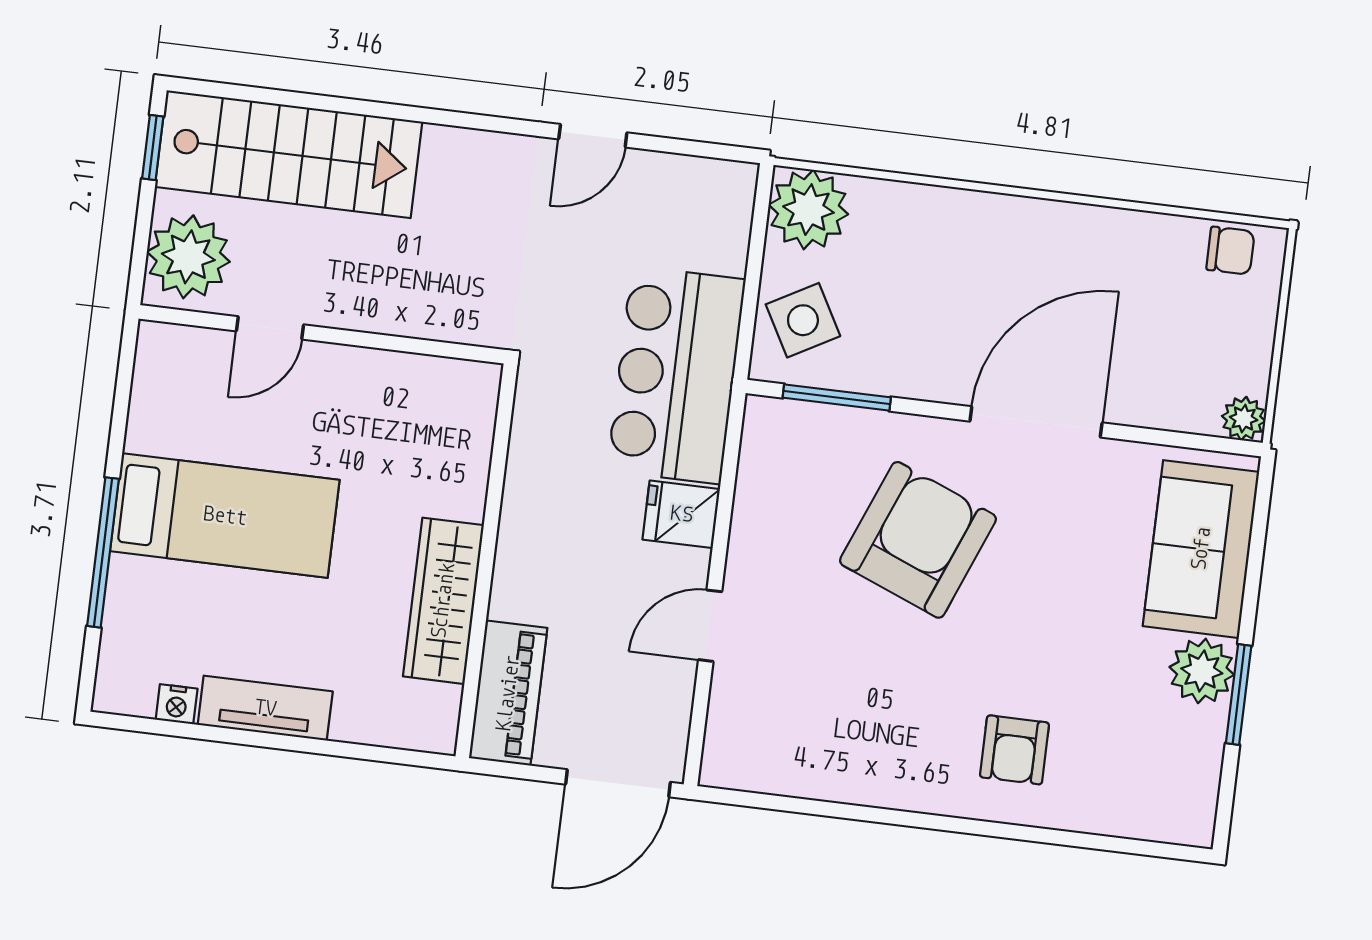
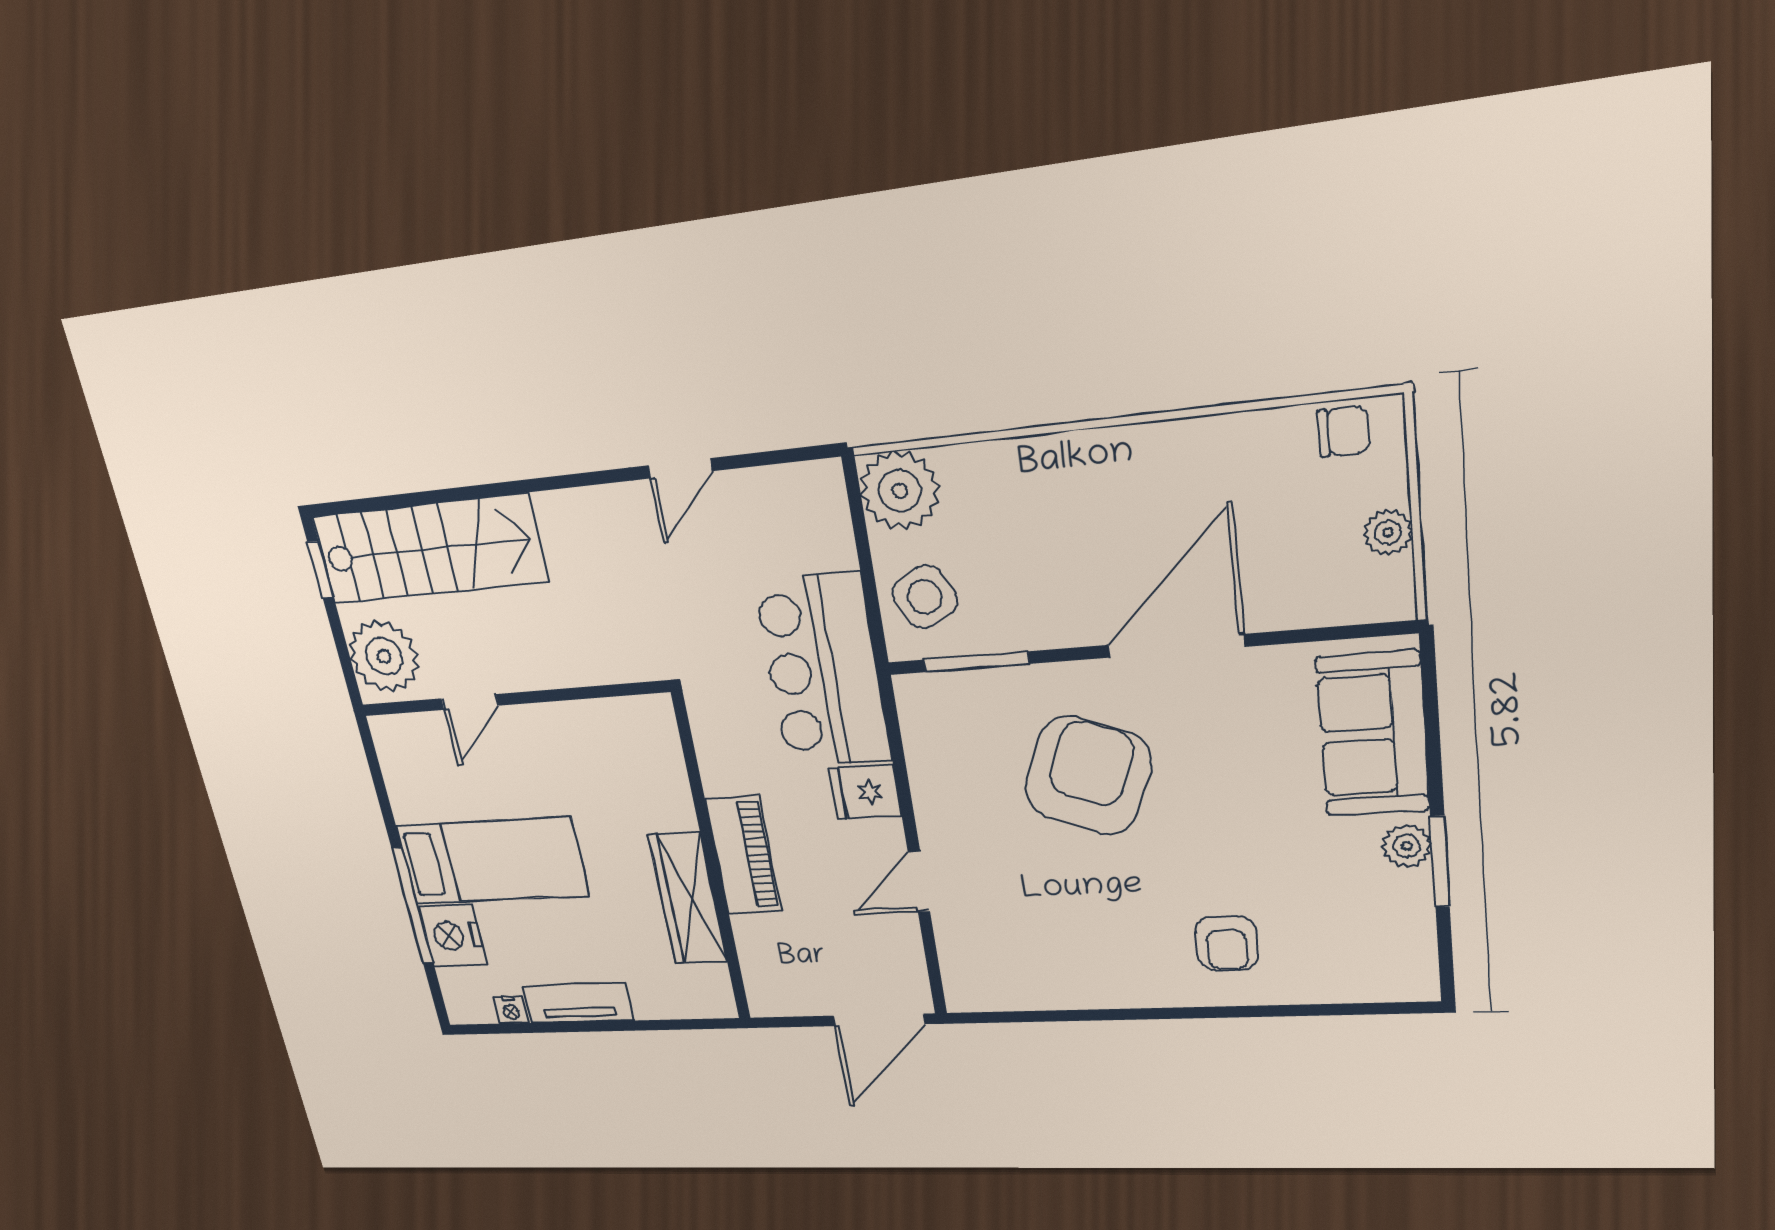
plant: (1244, 419) -> (1388, 532), moved
nightstand: (139, 599) -> (453, 936), added
plant: (1202, 671) -> (1407, 846), width x0.73, depth x0.73
piano: (508, 693) -> (743, 855), moved

